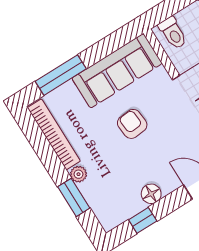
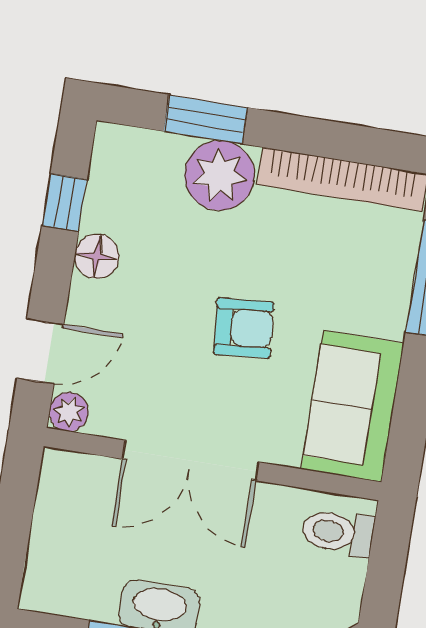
sofa: (117, 71) -> (353, 406), width x0.73
plant: (78, 174) -> (220, 176), width x1.88, depth x1.88

